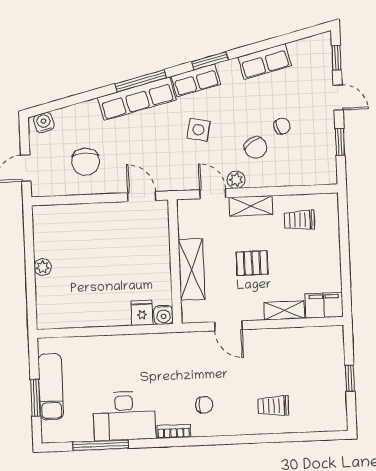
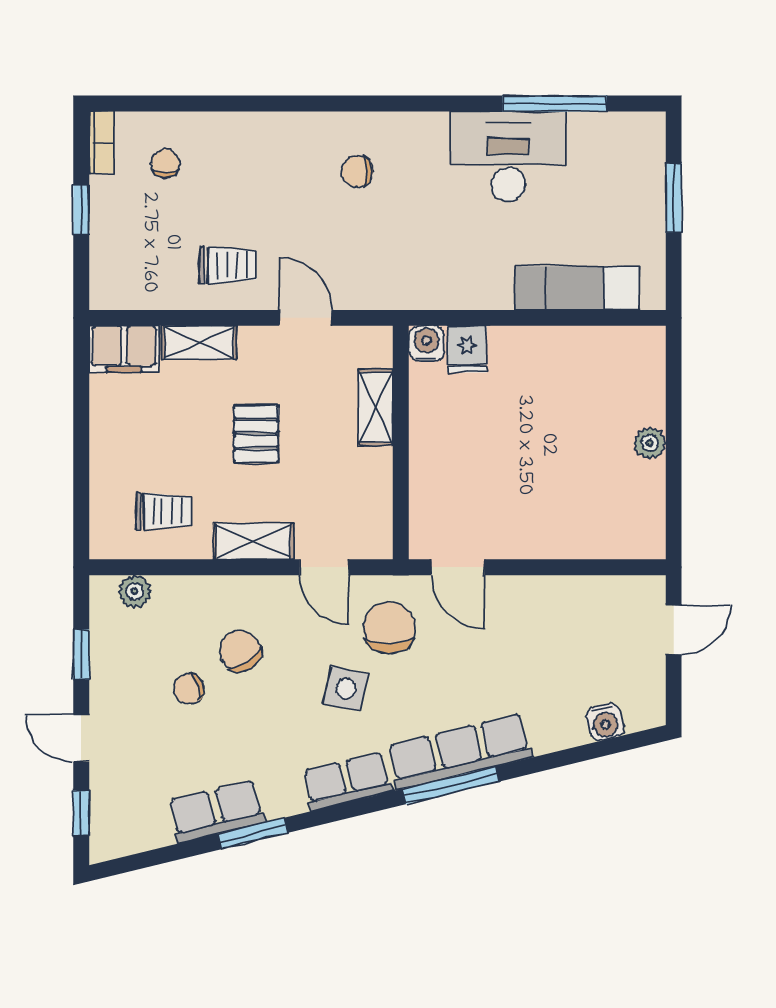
window: (210, 61) -> (253, 833), moved
water cooler: (44, 122) -> (605, 722), moved
chair: (86, 162) -> (389, 628), moved
plant: (236, 180) -> (135, 591), moved
pallet: (252, 263) -> (256, 434), turned 90
shelving: (192, 269) -> (376, 407), width x0.67, depth x0.75
exam couch: (51, 387) -> (577, 288), moved, turned 90
chair: (306, 405) -> (165, 163), added
trolley: (273, 406) -> (228, 265), moved
bookcase: (174, 431) -> (101, 142), moved, turned -90

